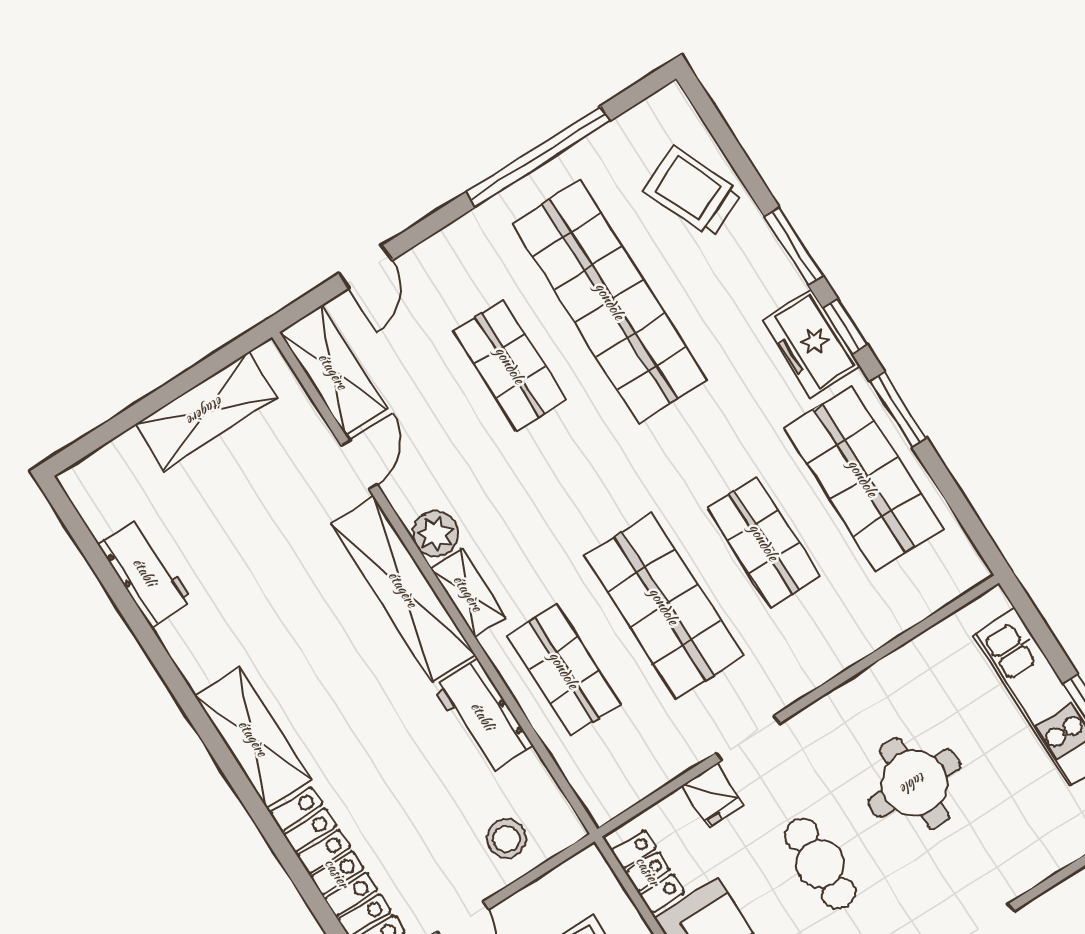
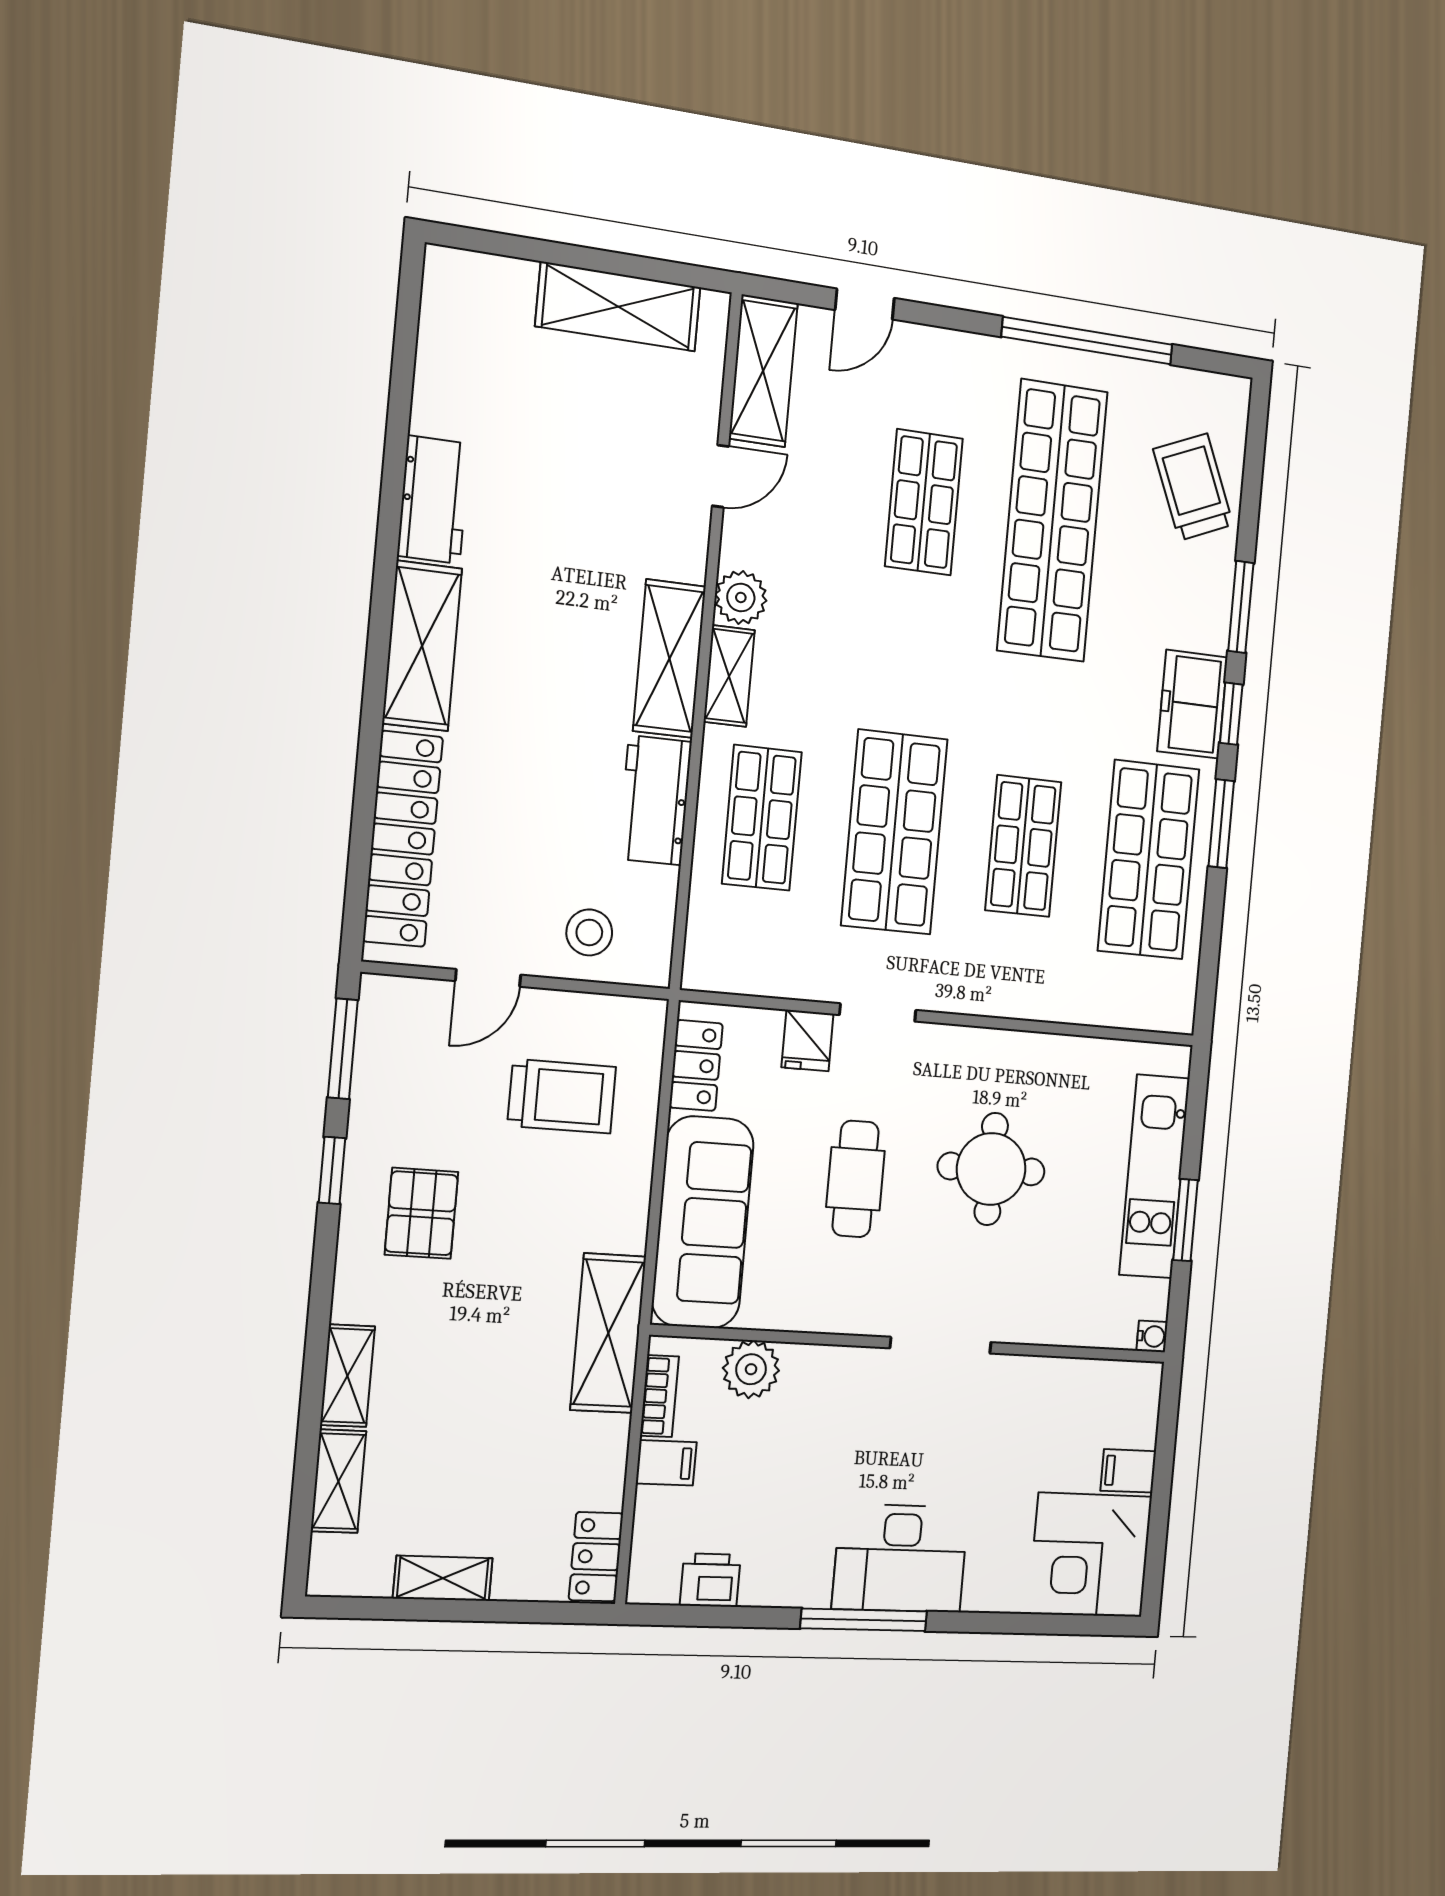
workbench: (145, 572) -> (434, 500), moved
shelving: (403, 589) -> (669, 659), width x0.68

